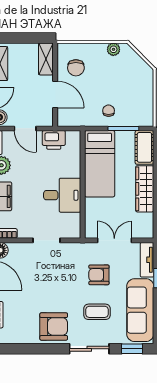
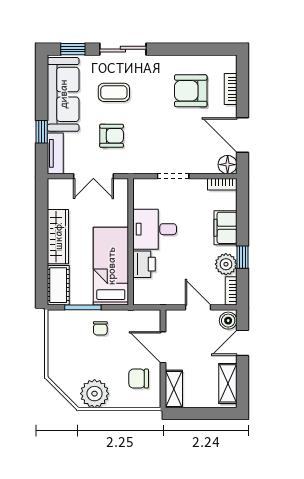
plant: (113, 49) -> (95, 394), width x1.88, depth x1.88
chair: (76, 68) -> (139, 379), turned -90
printer: (54, 140) -> (144, 264), moved, turned 90
armchair: (54, 326) -> (191, 91), moved

